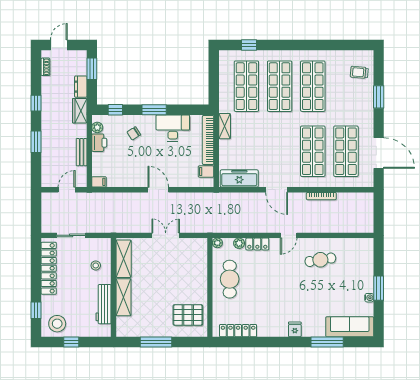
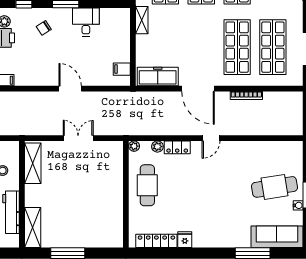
desk: (173, 128) -> (86, 22), width x0.73
bookcase: (208, 140) -> (124, 35), removed
door: (277, 190) -> (198, 89), width x1.36
cafe table: (320, 260) -> (274, 187), moved, width x1.37, depth x1.35
shelving: (123, 297) -> (33, 228), moved
pallet: (188, 315) -> (102, 224), removed
fridge: (295, 329) -> (185, 240), moved

